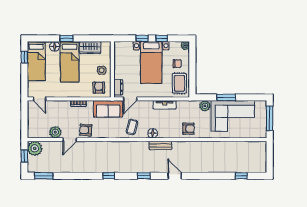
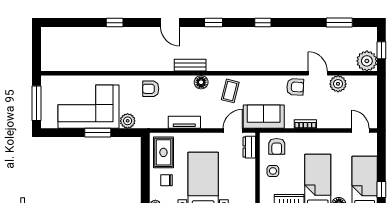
door: (70, 140) -> (318, 73), hinge flipped
window: (44, 176) -> (339, 23), moved
window: (241, 176) -> (115, 23), moved

